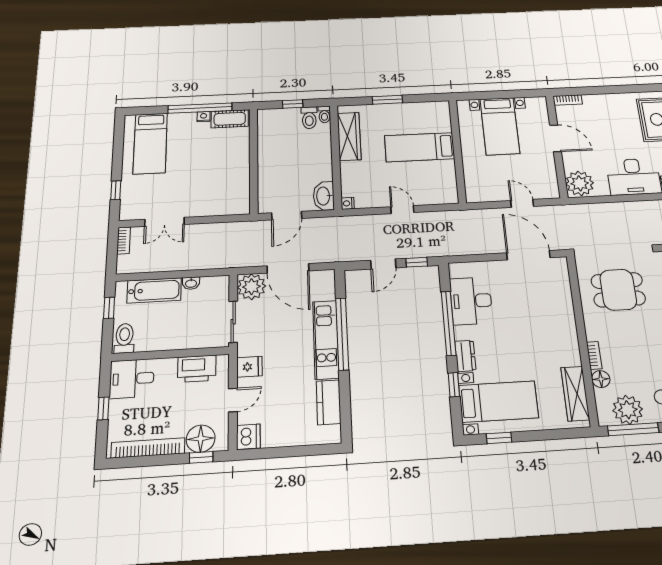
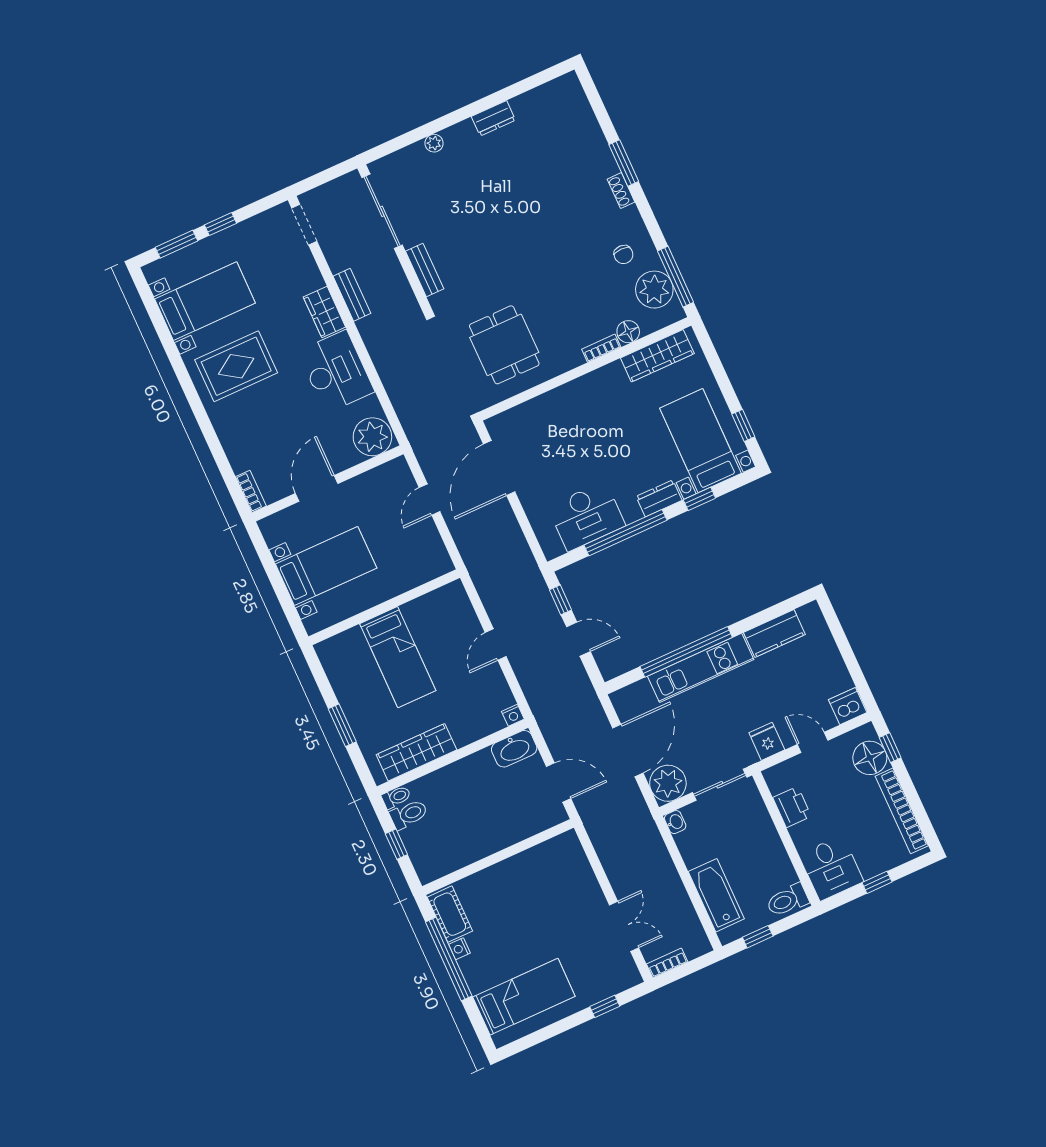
washbasin: (191, 283) -> (675, 822), moved
printer: (197, 369) -> (792, 807), width x0.73, depth x0.84

